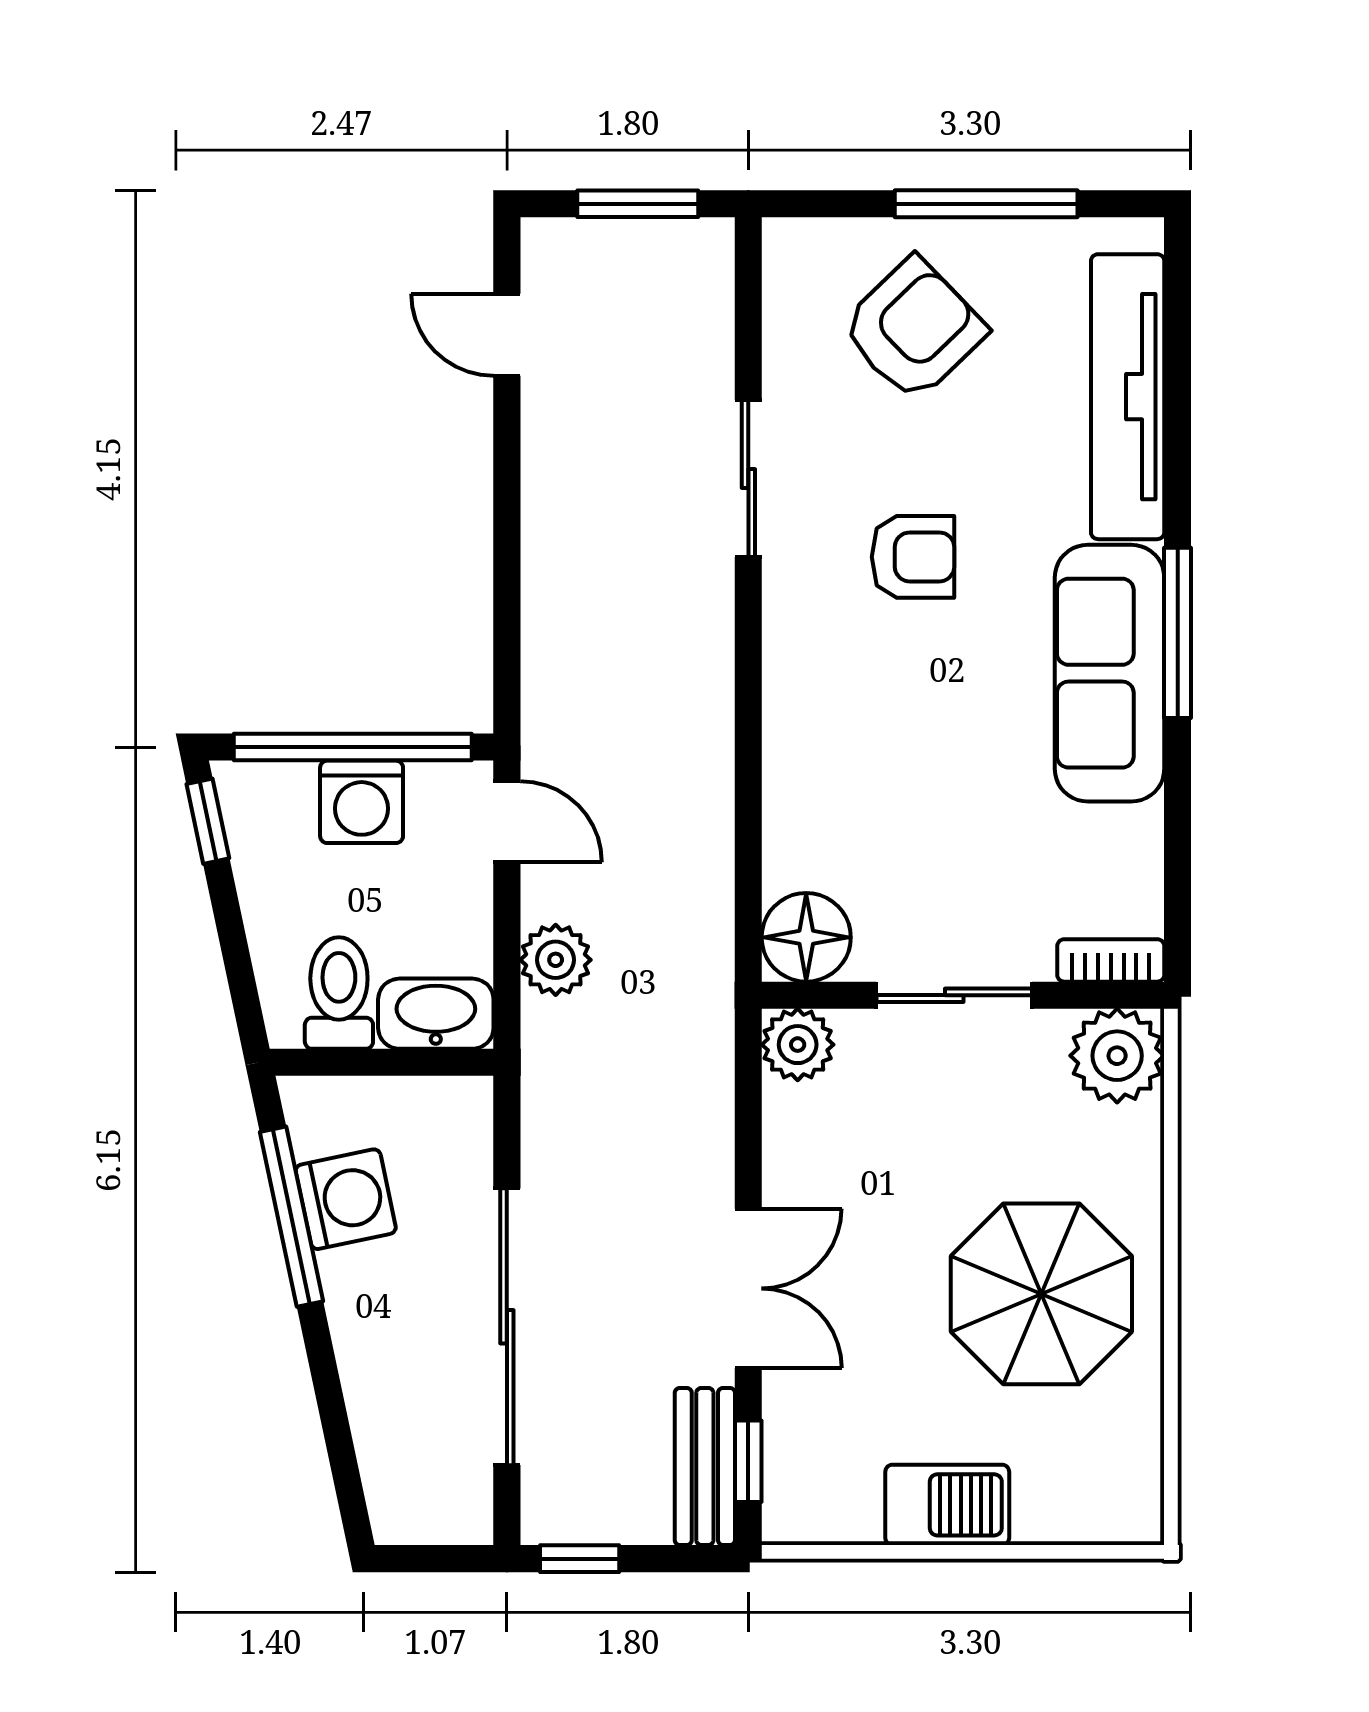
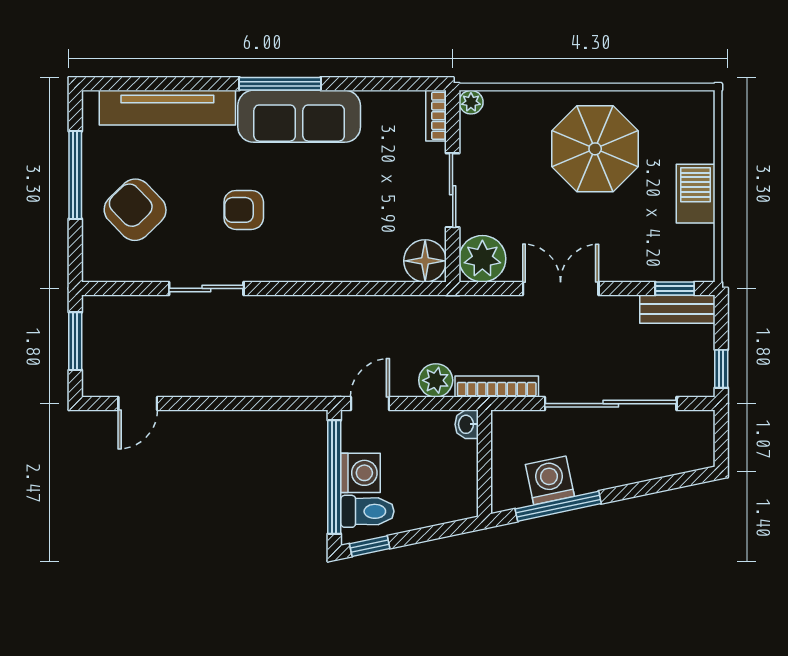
armchair: (913, 557) -> (244, 210), turned -90
toilet: (339, 993) -> (367, 511), moved, turned 180
washbasin: (436, 1014) -> (467, 424), width x0.52, depth x0.69
plant: (798, 1045) -> (482, 259), width x1.36, depth x1.36
plant: (1117, 1056) -> (471, 102), width x0.53, depth x0.53
bookcase: (543, 1088) -> (497, 387), added
double door: (748, 1288) -> (561, 288), moved

